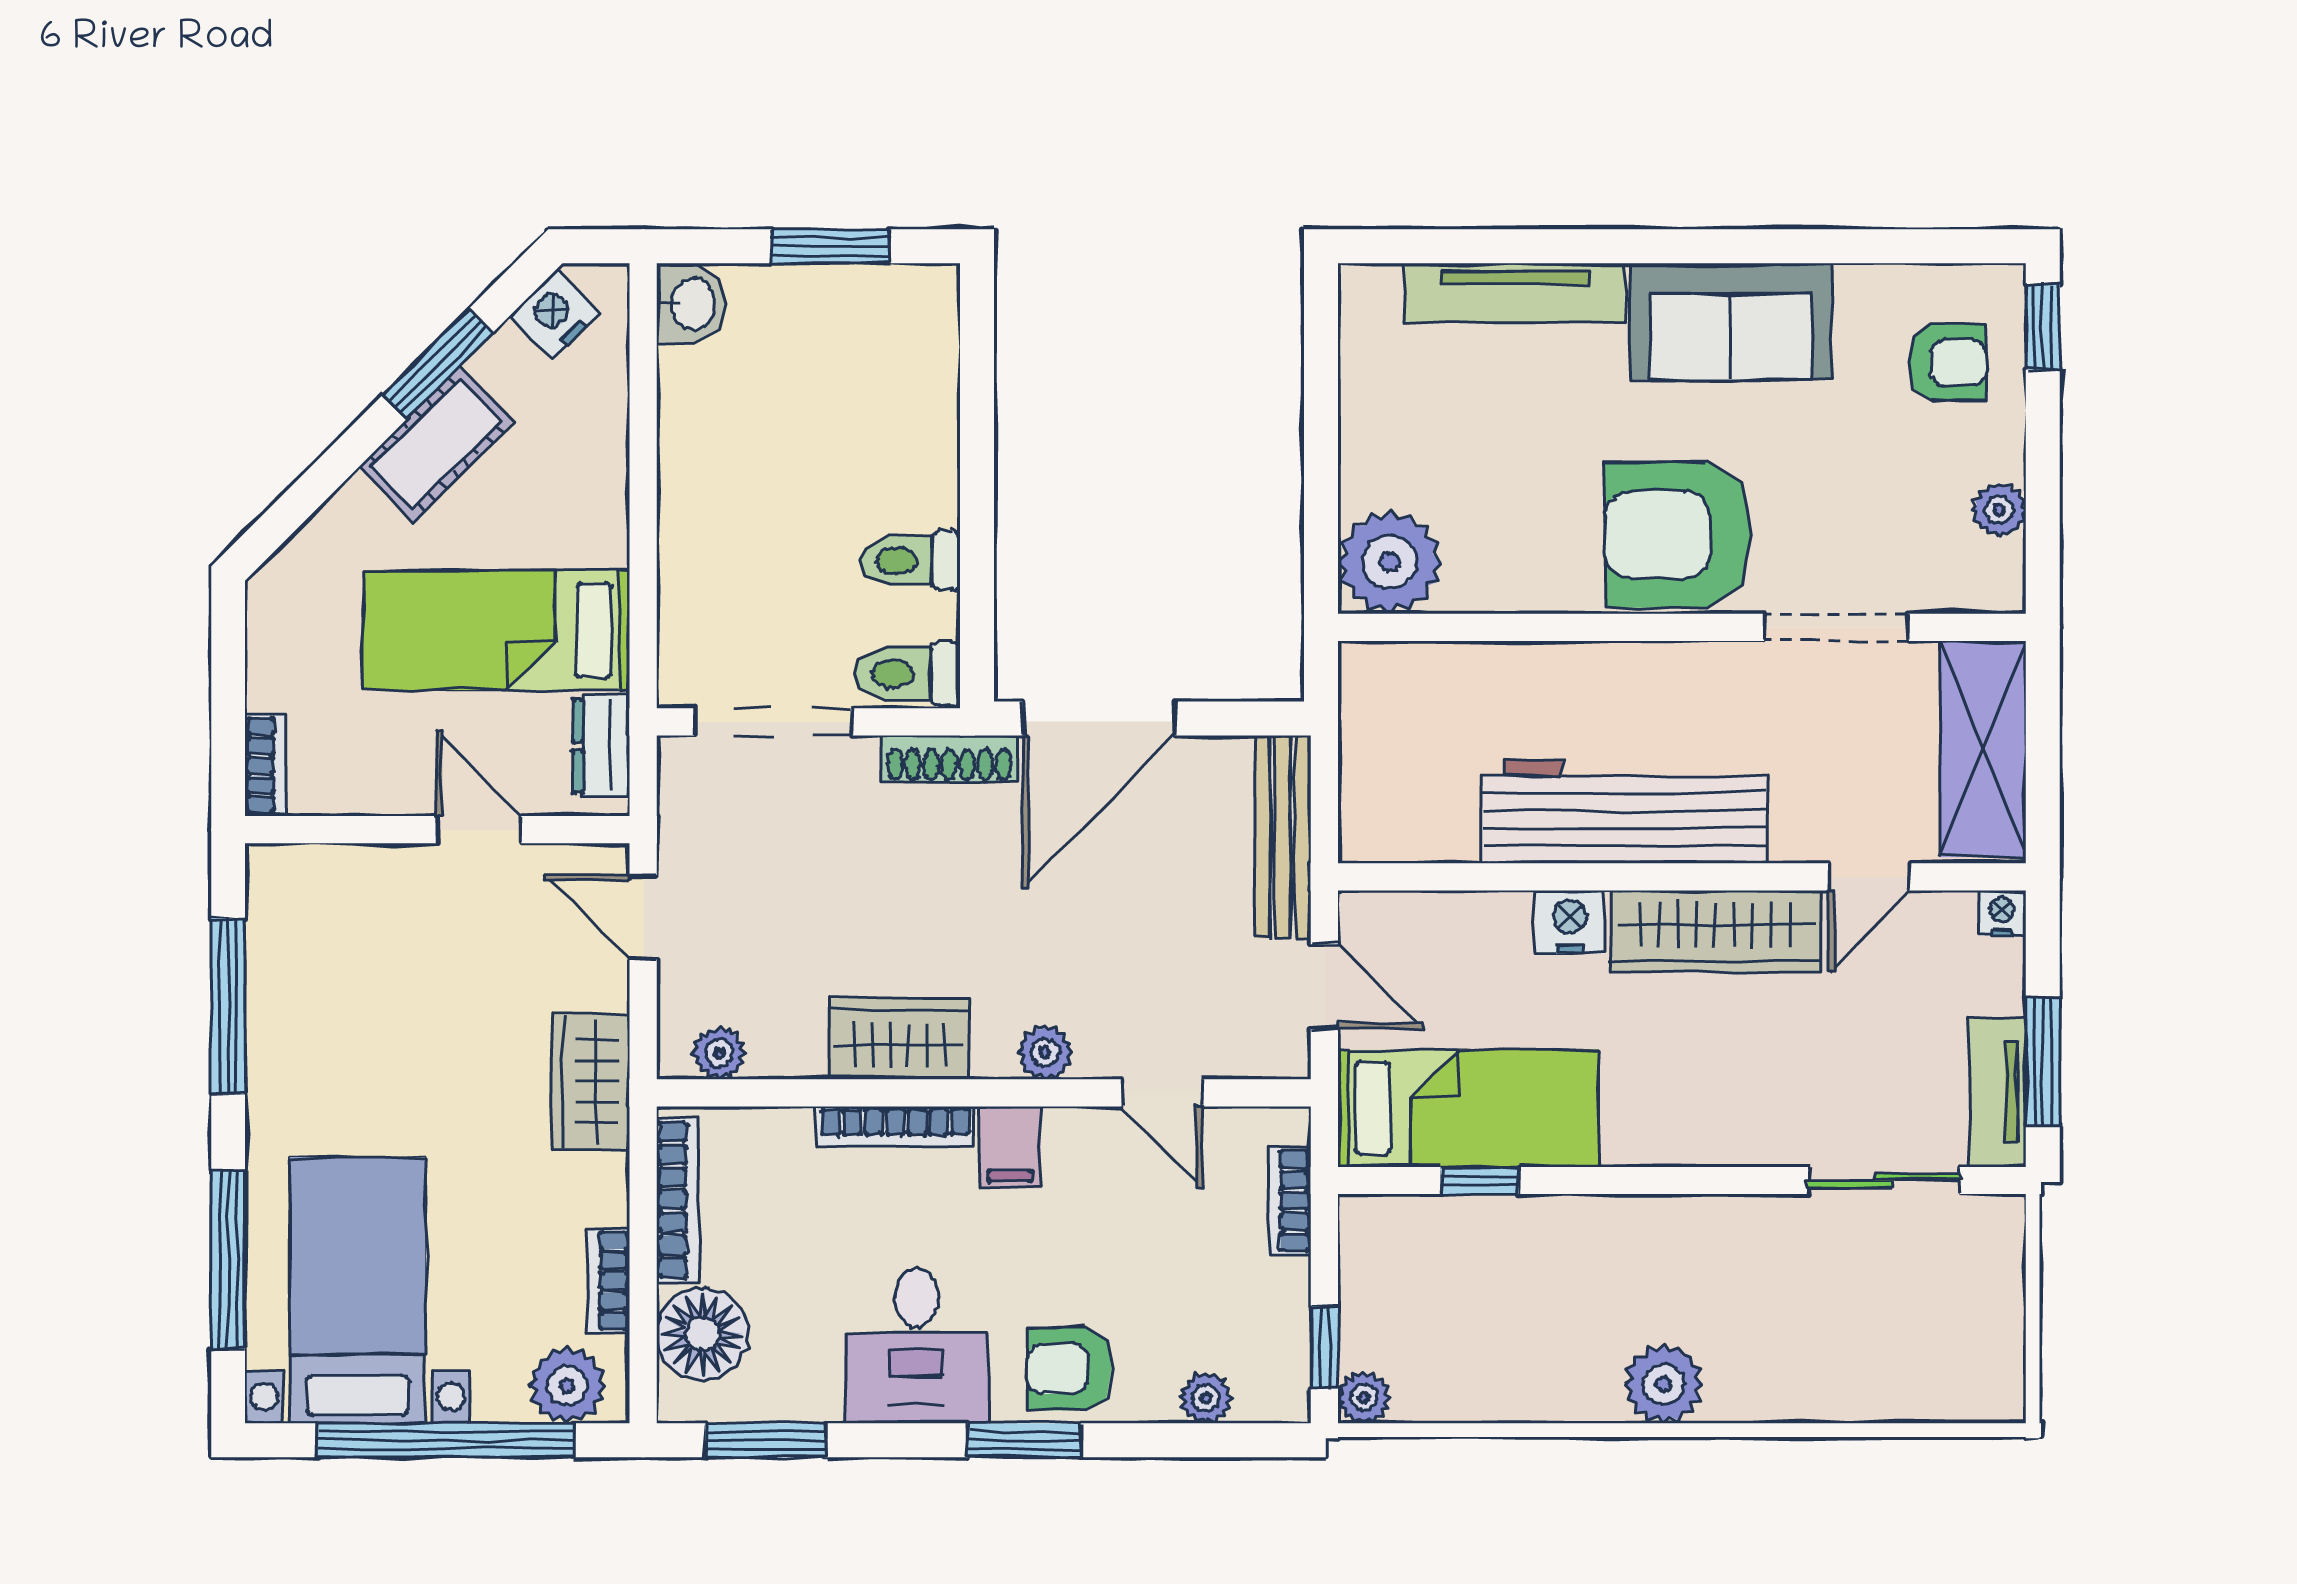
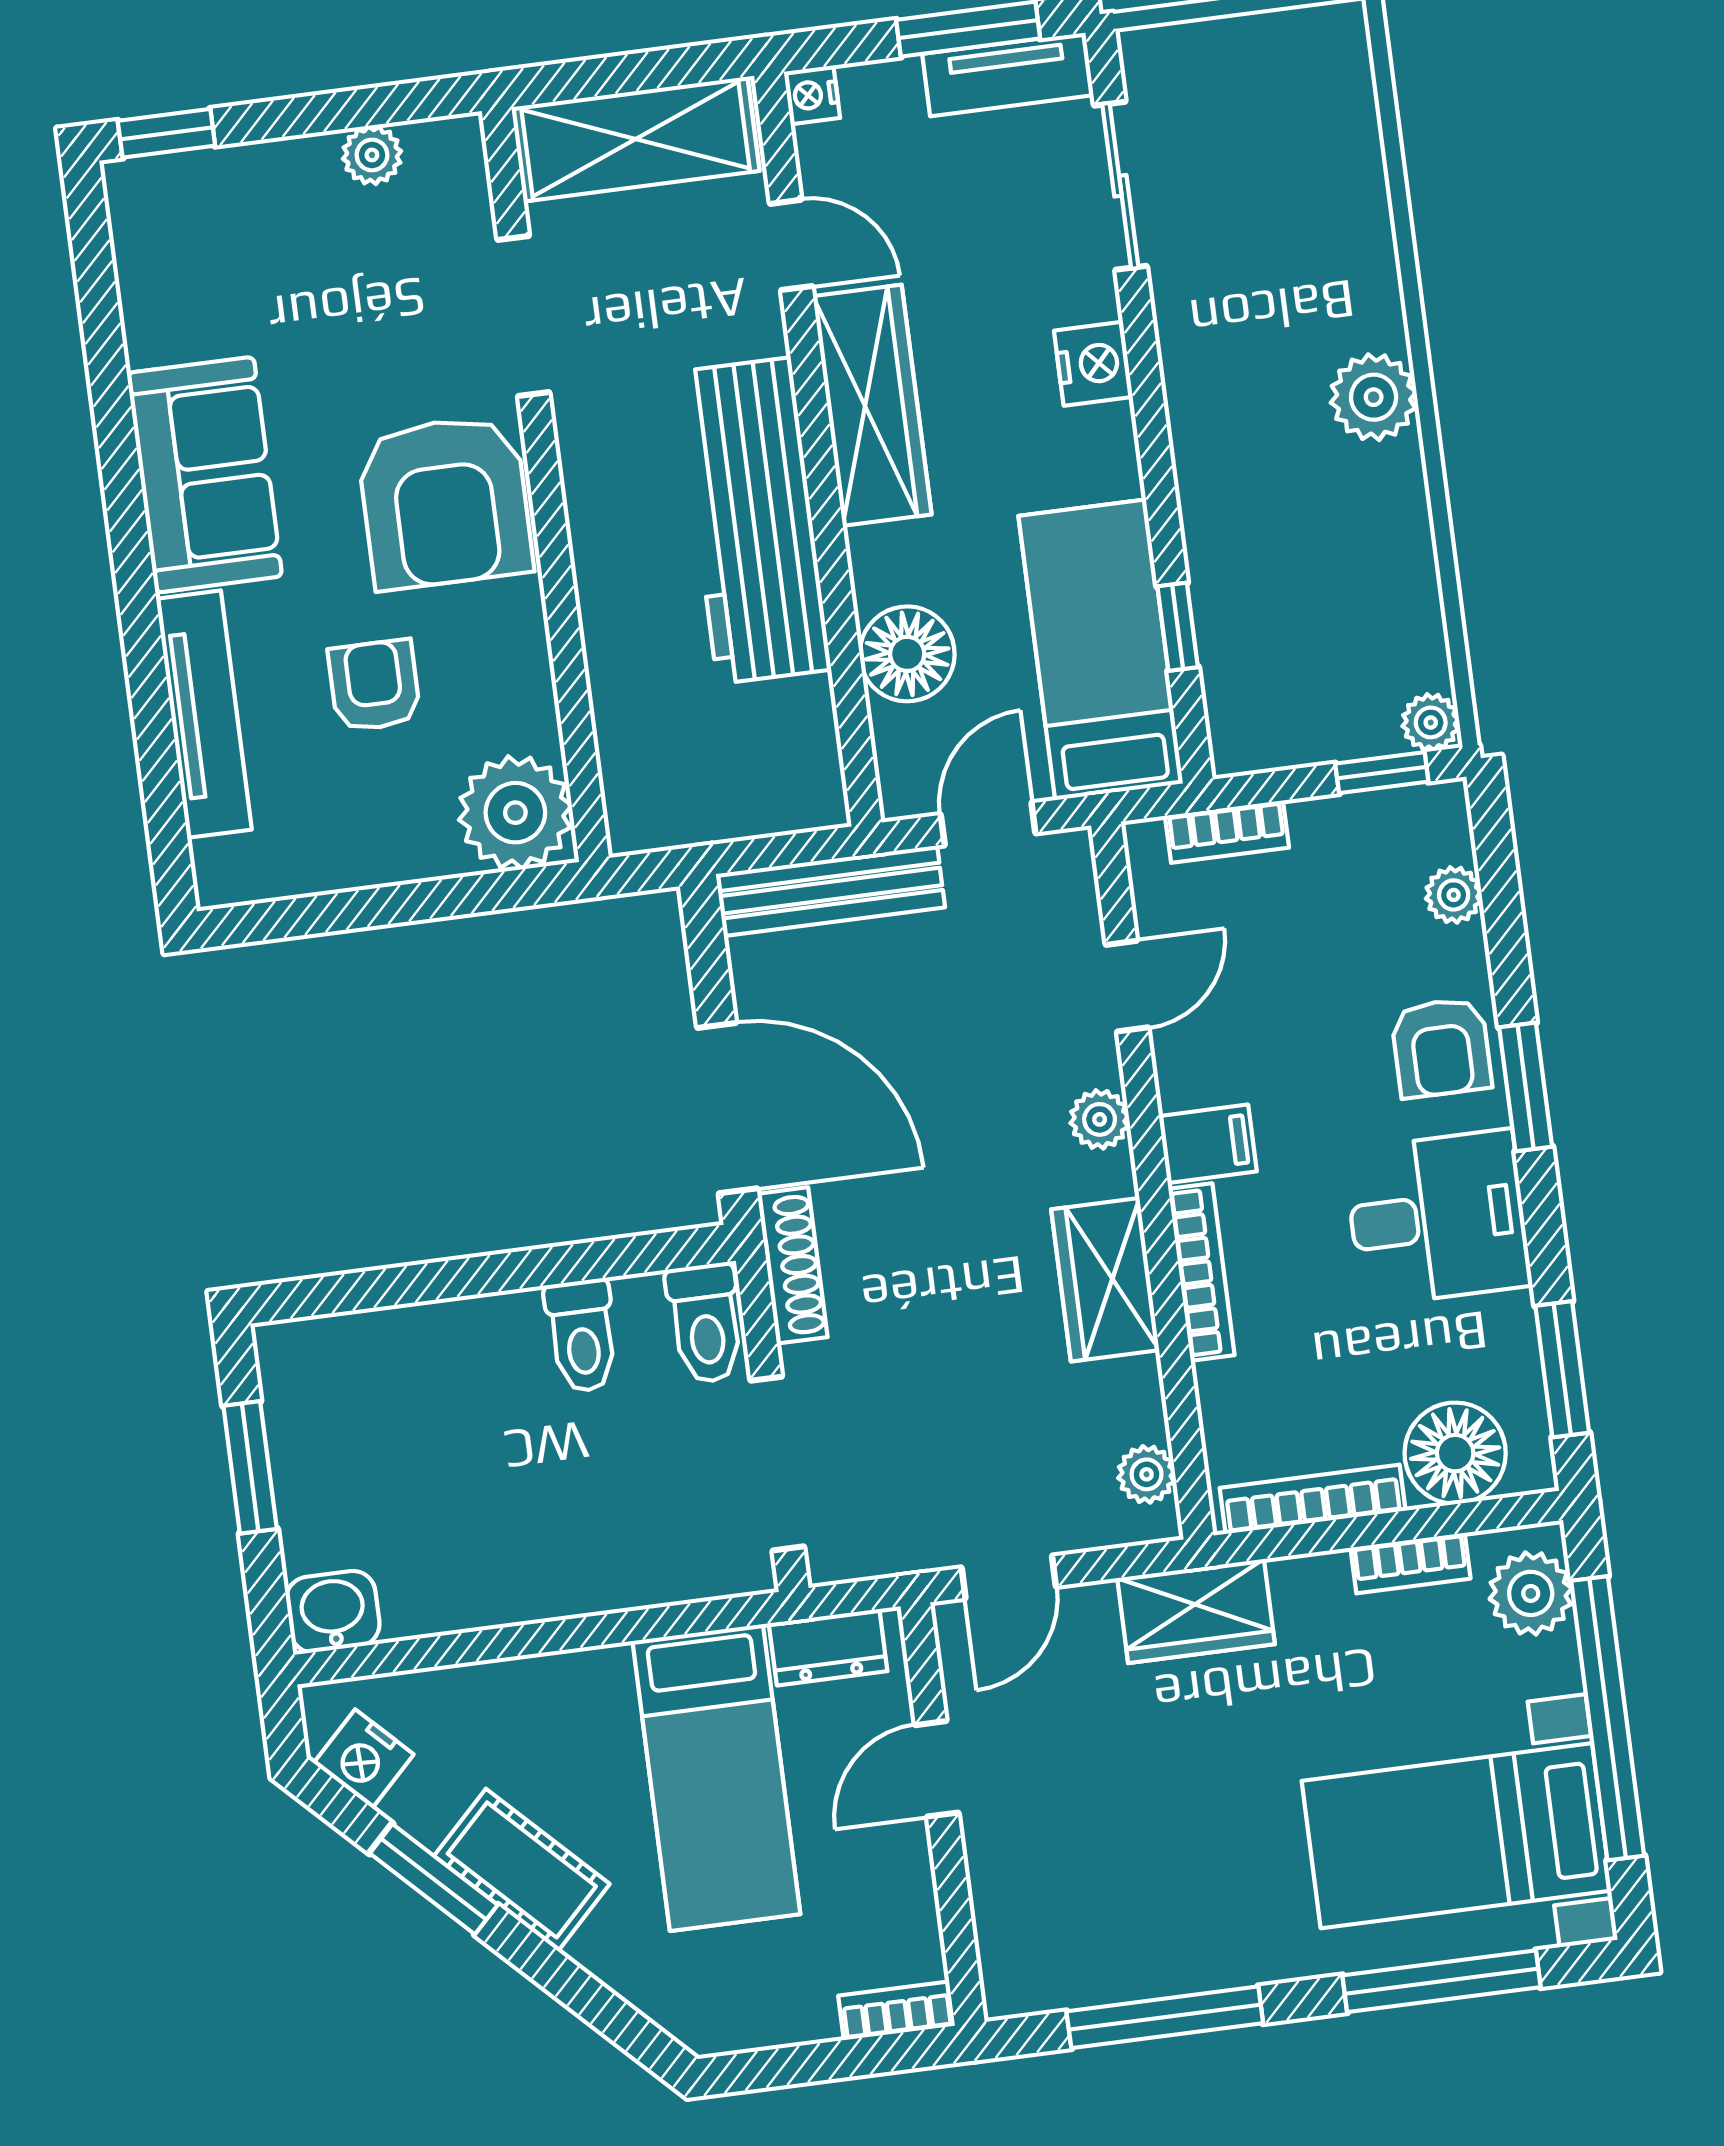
armchair: (1948, 363) -> (374, 685), moved
nightstand: (1570, 922) -> (1093, 364), moved, turned 180
floor lamp: (1487, 934) -> (907, 654), added

